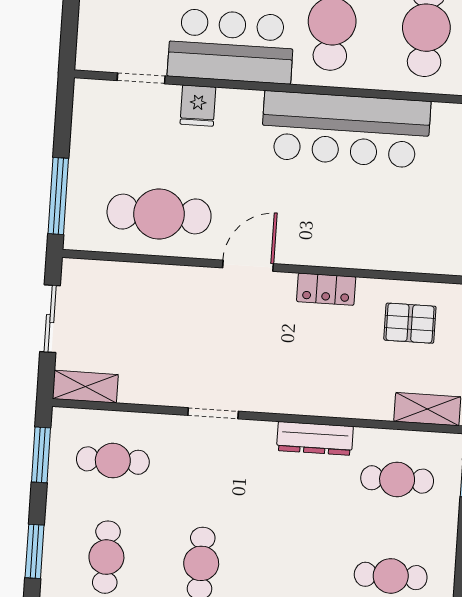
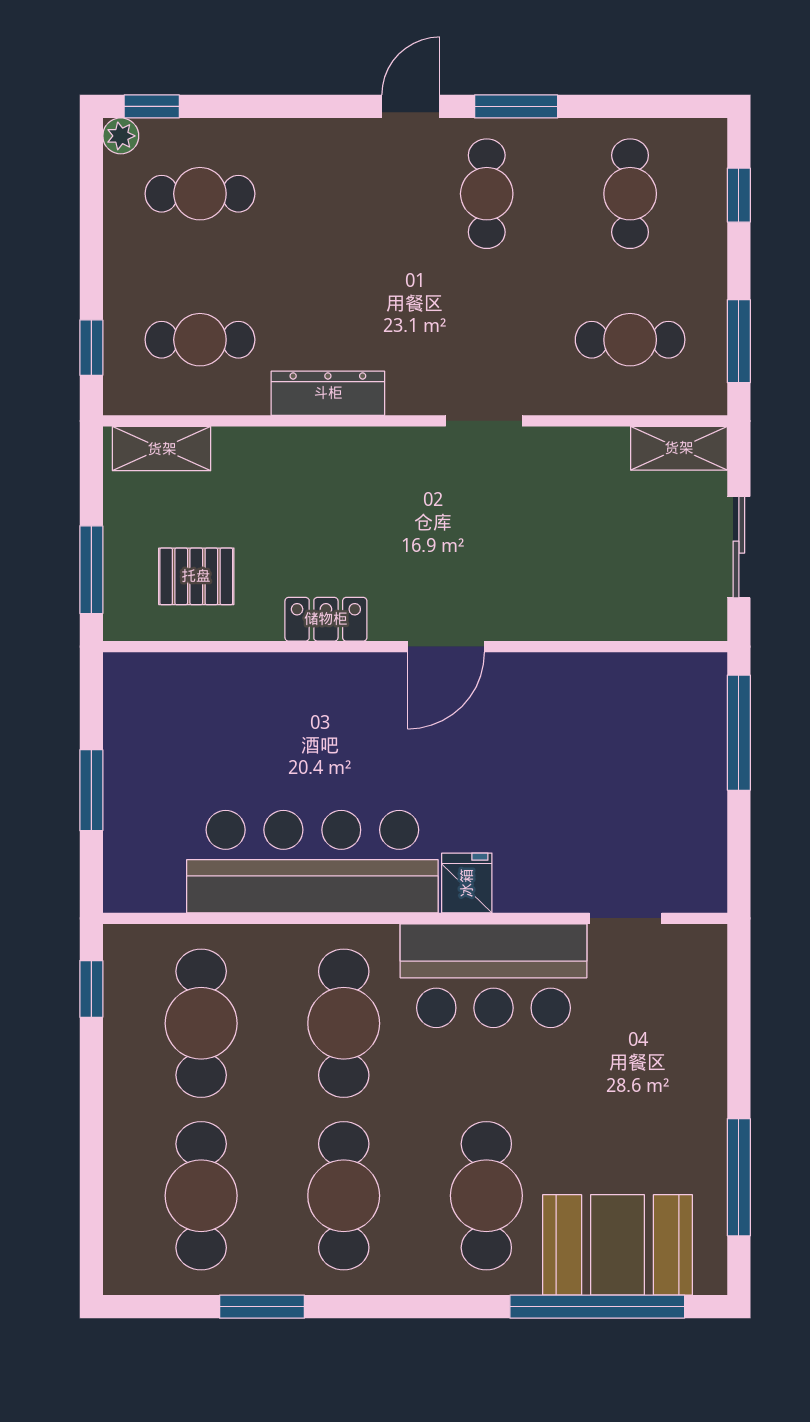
fridge: (198, 106) -> (467, 883), moved
cafe table: (159, 214) -> (585, 716), removed
window: (35, 551) -> (739, 195), width x0.67

